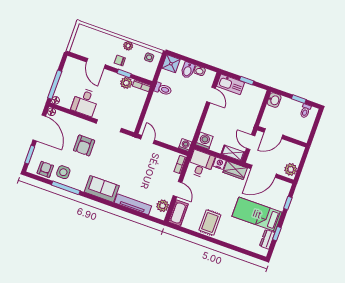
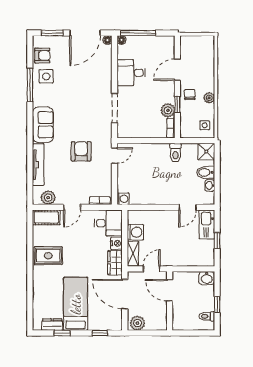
washing machine: (204, 141) -> (135, 232), moved
armchair: (84, 145) -> (81, 151), moved, turned 90

